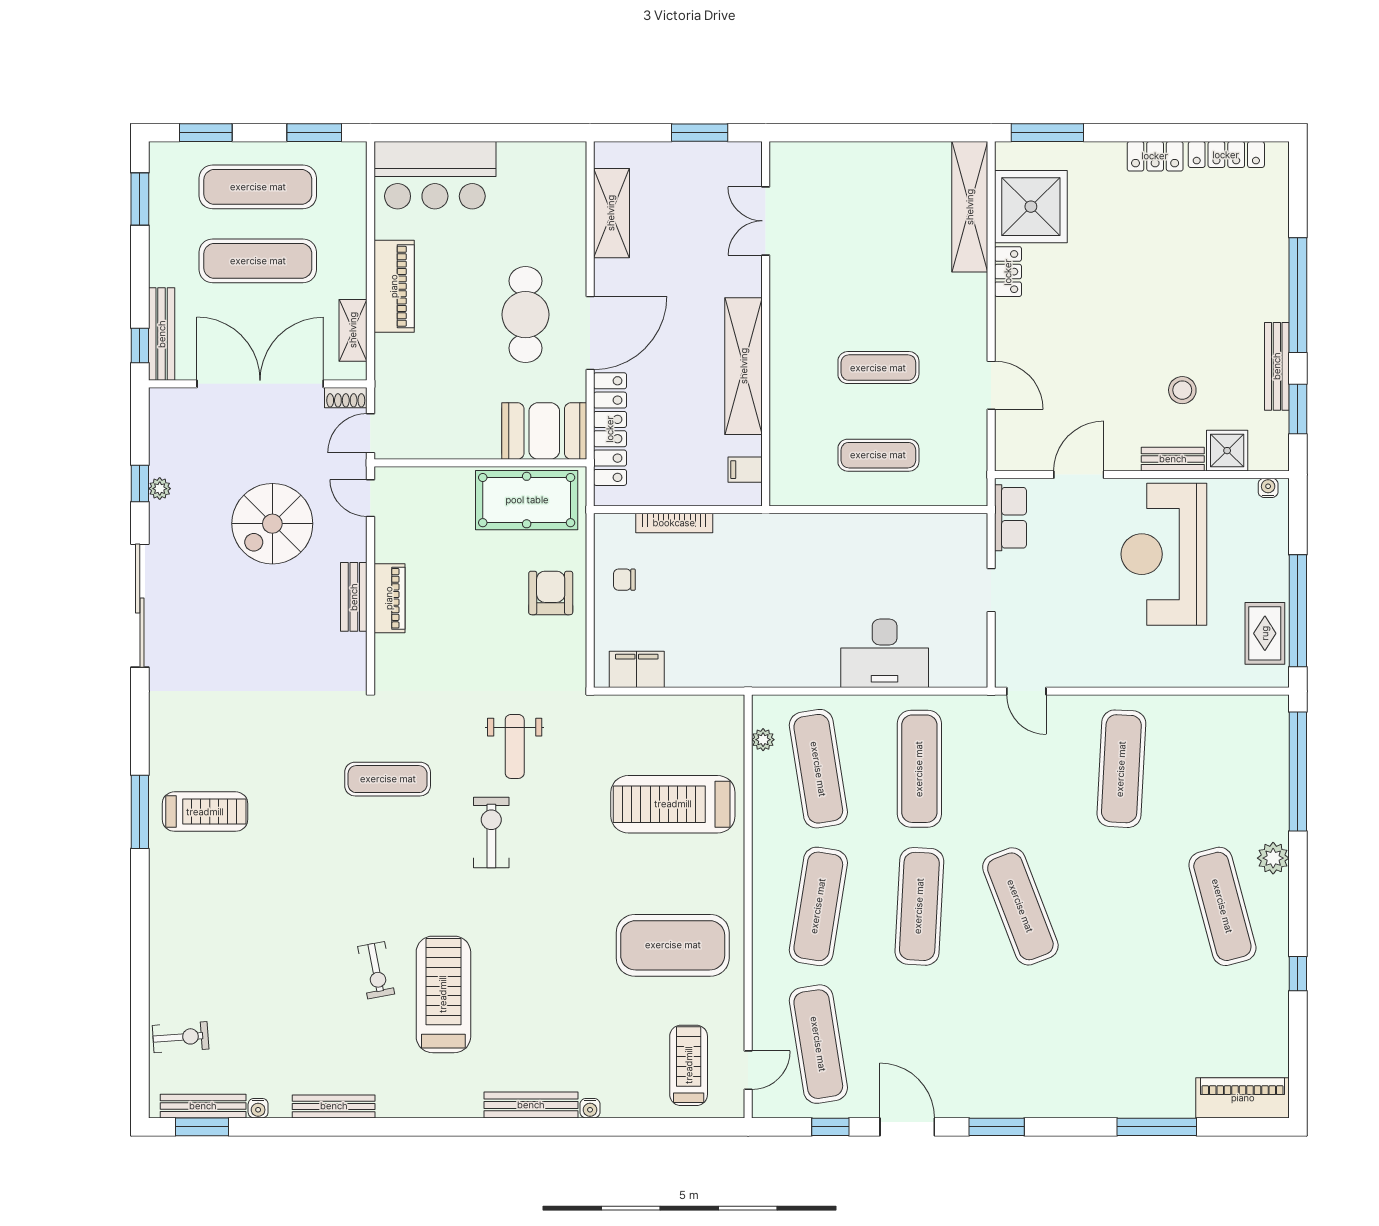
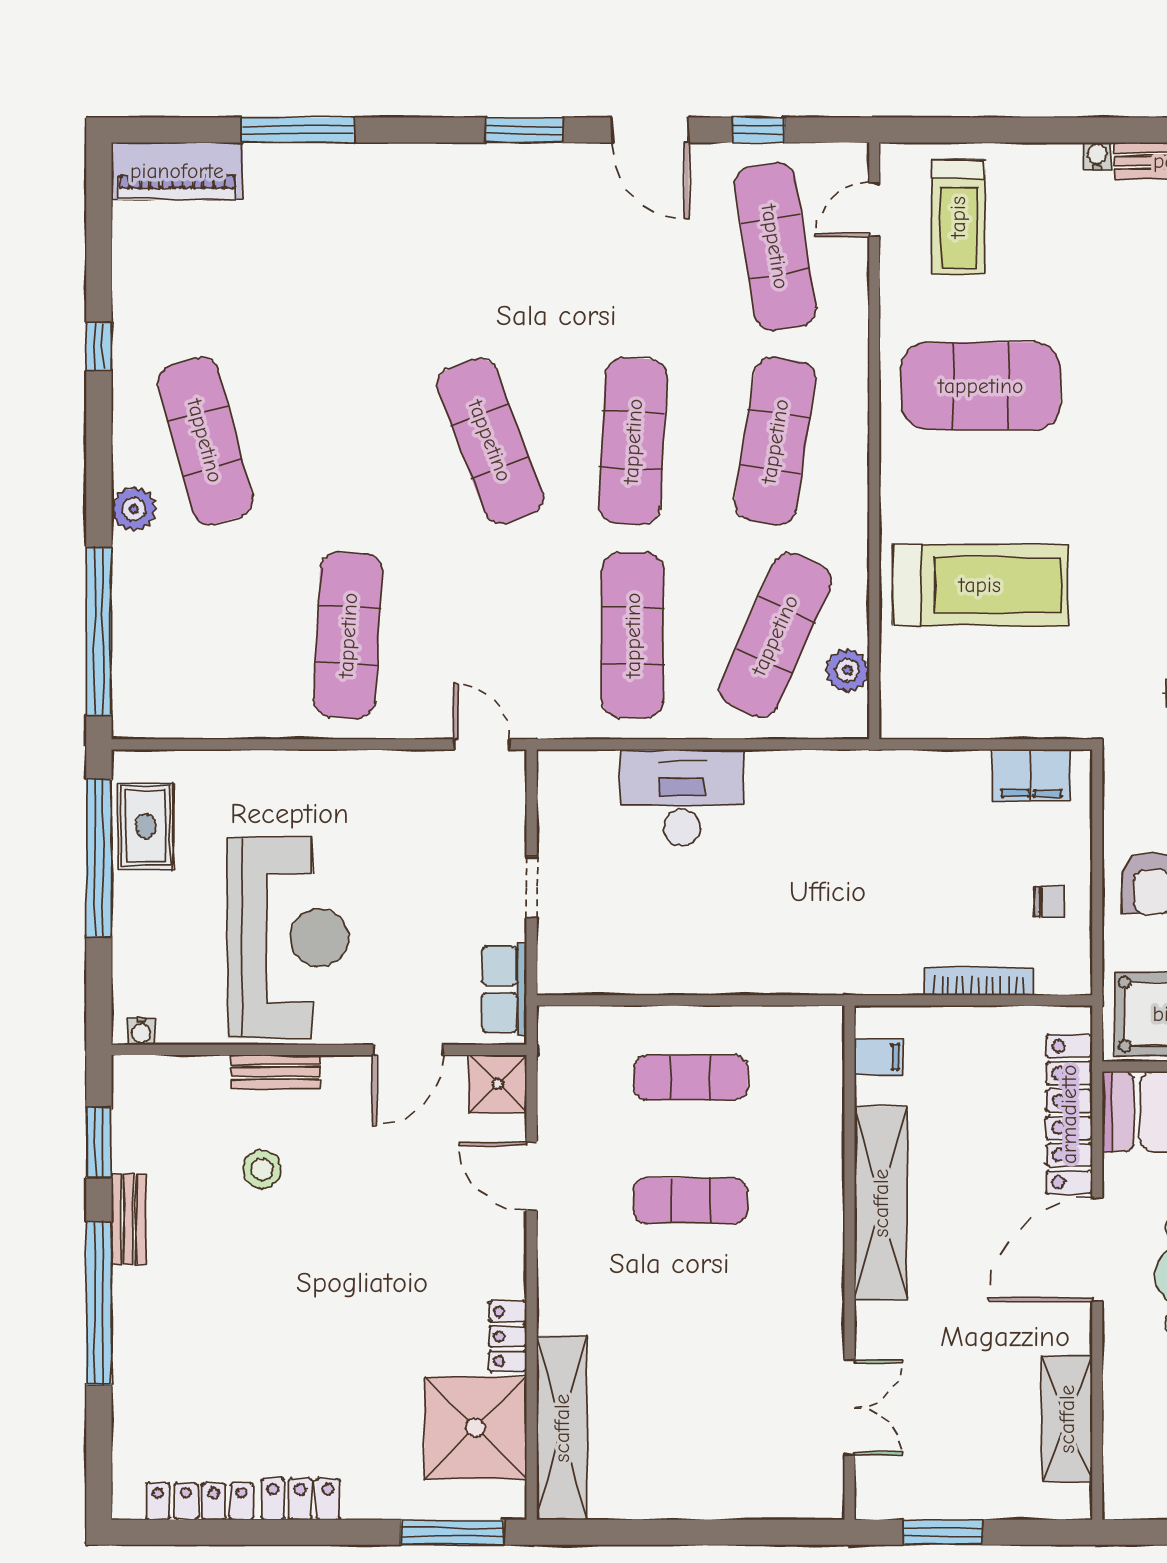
bench: (1277, 366) -> (129, 1219), width x0.73
shower: (1227, 451) -> (498, 1084), moved
plant: (763, 740) -> (847, 670), width x1.38, depth x1.38
exercise mat: (818, 769) -> (775, 635), turned 33

